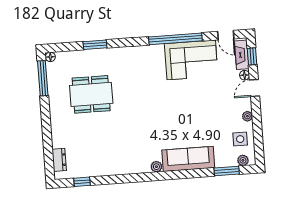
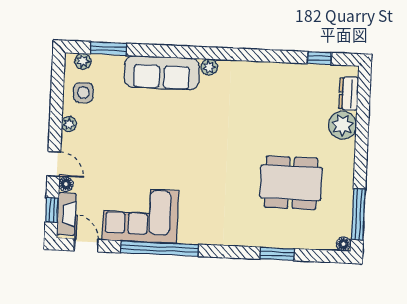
door: (254, 88) -> (54, 164), hinge flipped
plant: (61, 138) -> (343, 125), added

